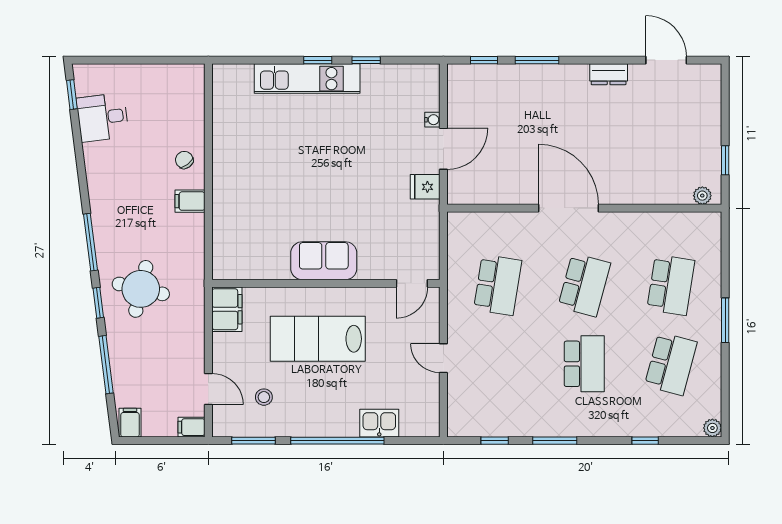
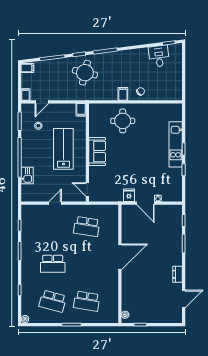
round table: (253, 201) -> (123, 121), added
school desk: (584, 285) -> (87, 264), removed
filing cabinet: (227, 309) -> (81, 110), width x0.50

